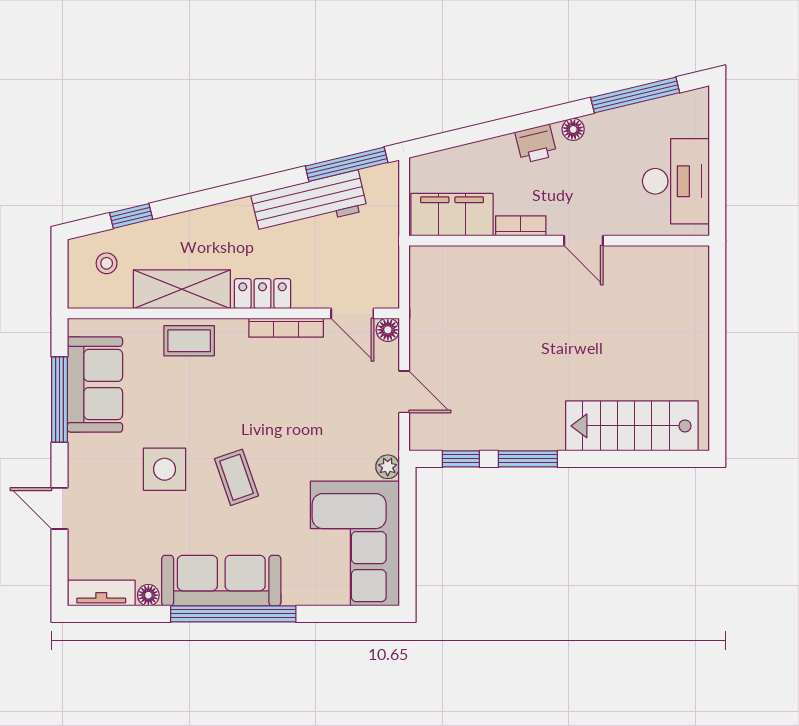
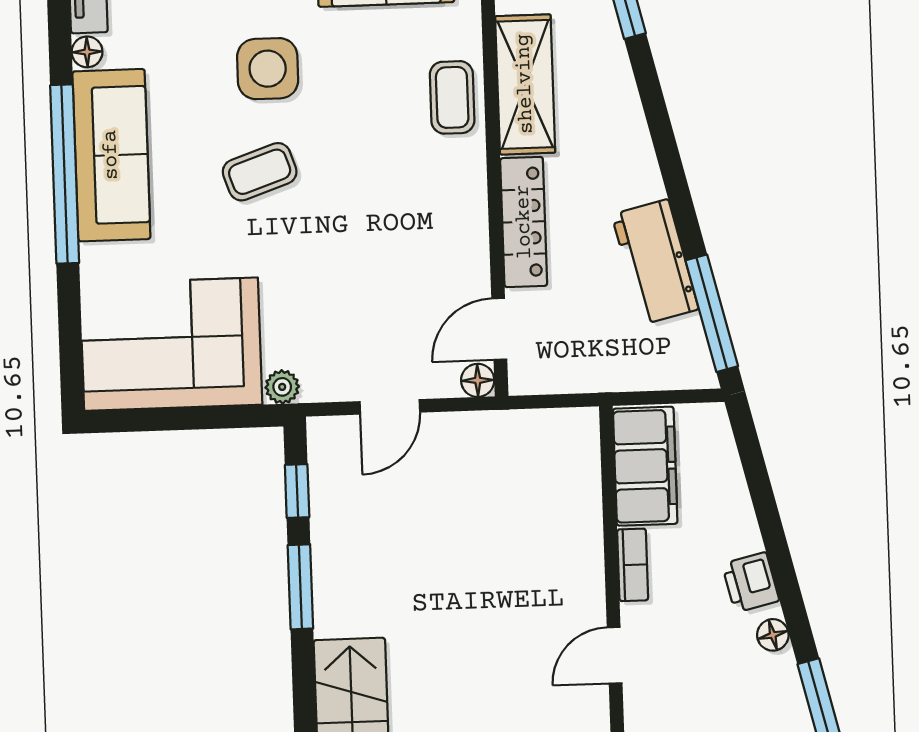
workbench: (309, 203) -> (655, 262), width x0.73
locker: (262, 294) -> (524, 222), width x1.53
bookcase: (286, 328) -> (476, 235), removed

